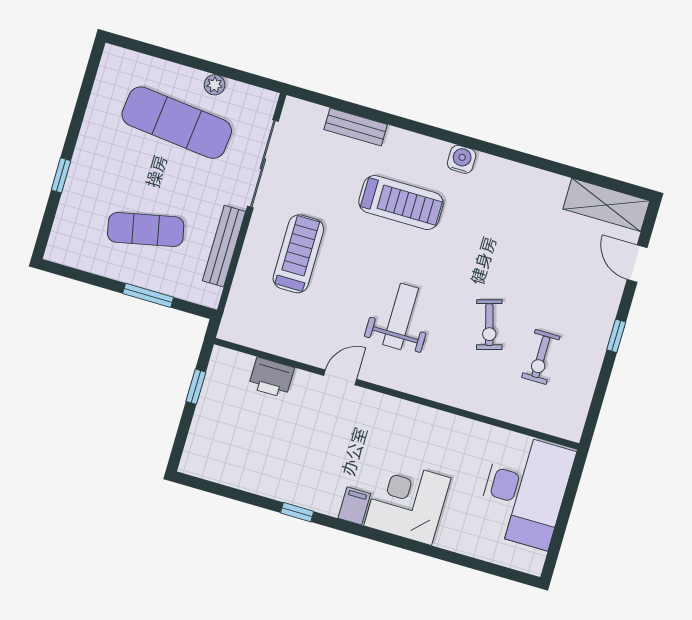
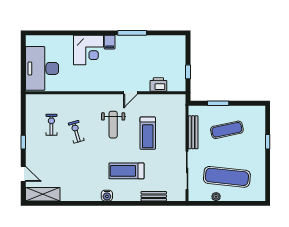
treadmill: (298, 254) -> (148, 133), moved
window: (297, 512) -> (132, 33), width x2.17

